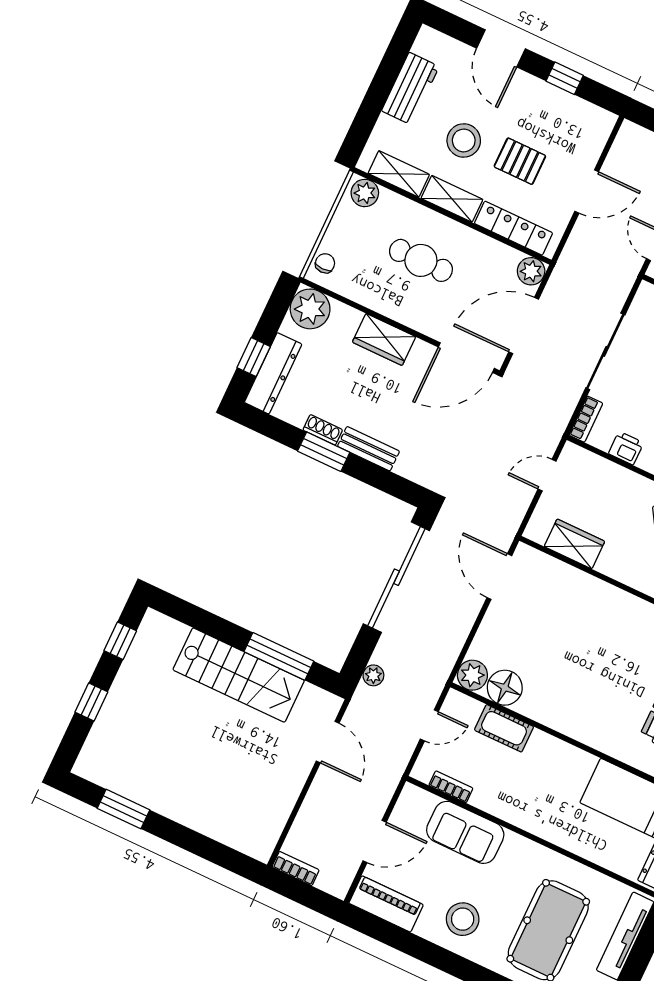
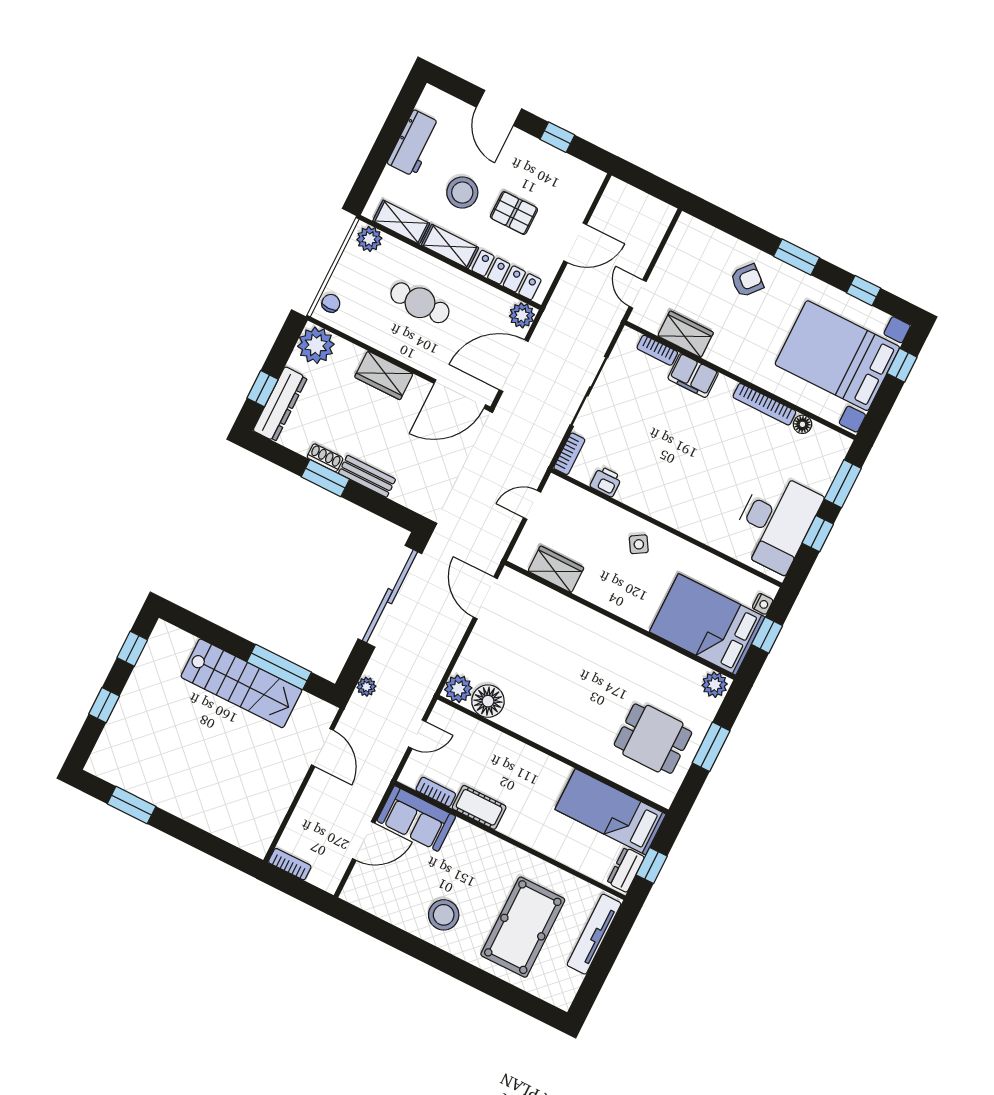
cot: (504, 728) -> (479, 807), moved
sofa: (465, 832) -> (416, 819), moved
piano: (386, 904) -> (373, 899), removed

